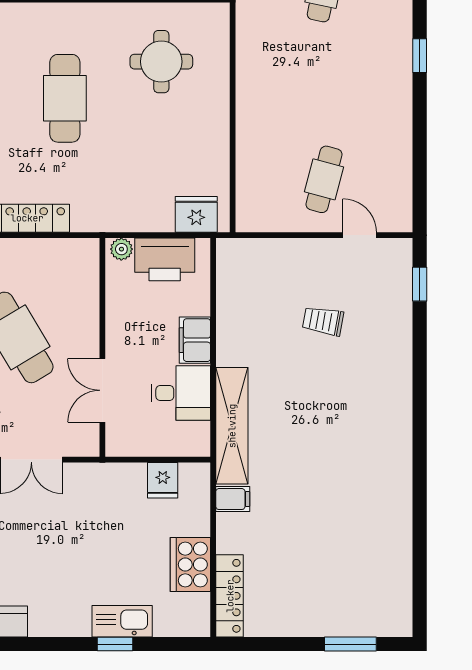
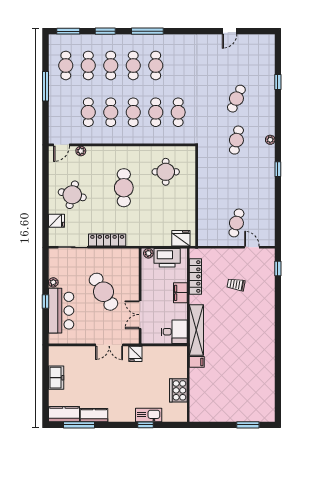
desk: (181, 393) -> (174, 332), moved
fridge: (163, 480) -> (135, 354), moved
locker: (230, 596) -> (195, 276), moved

